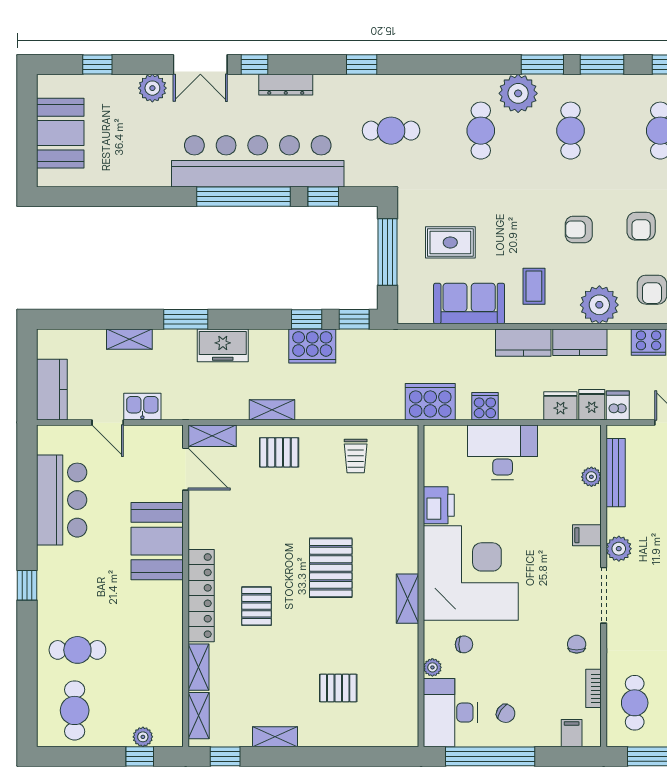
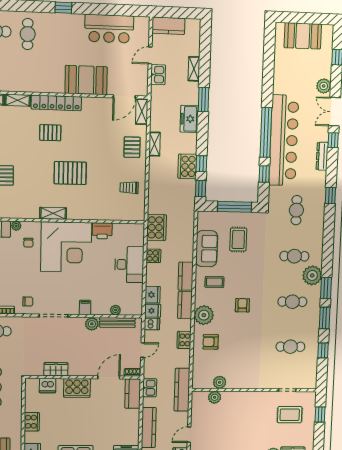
armchair: (641, 226) -> (243, 337), removed
plant: (619, 549) -> (92, 324), moved

